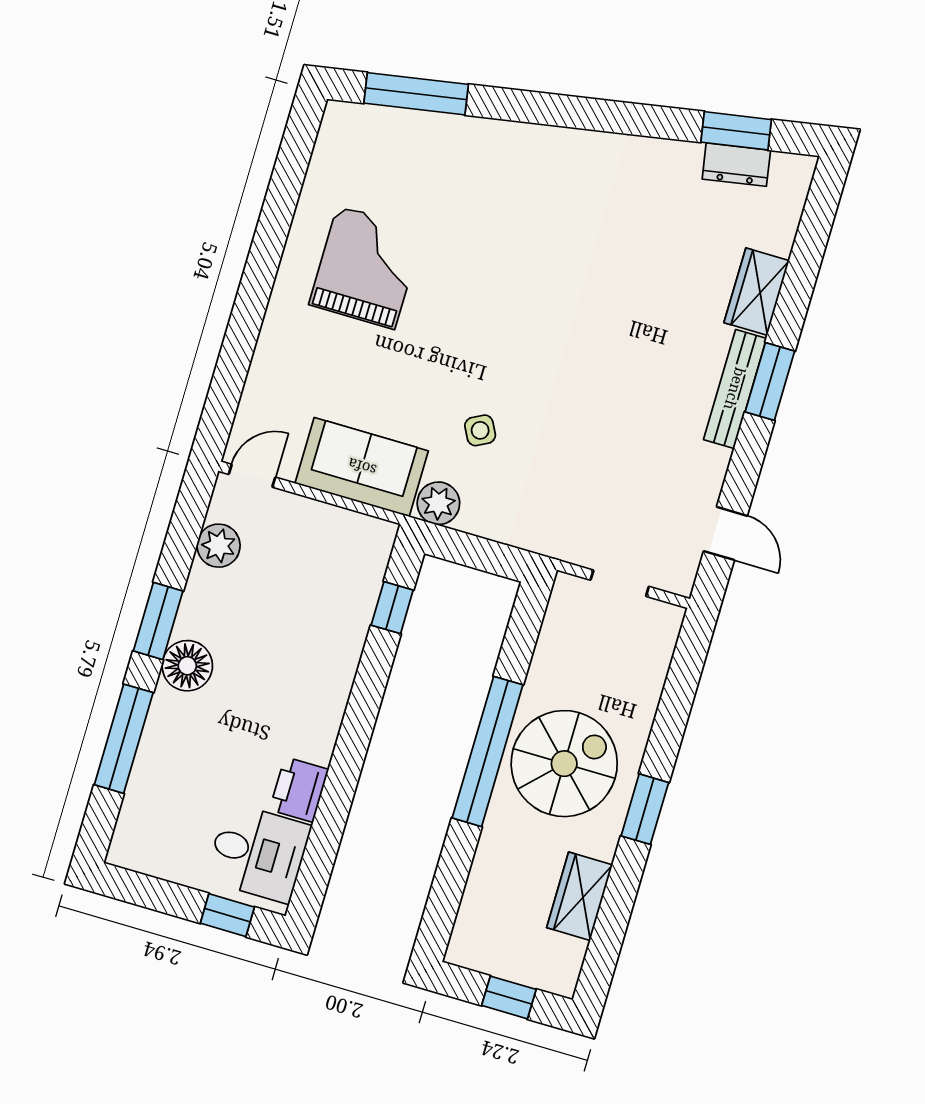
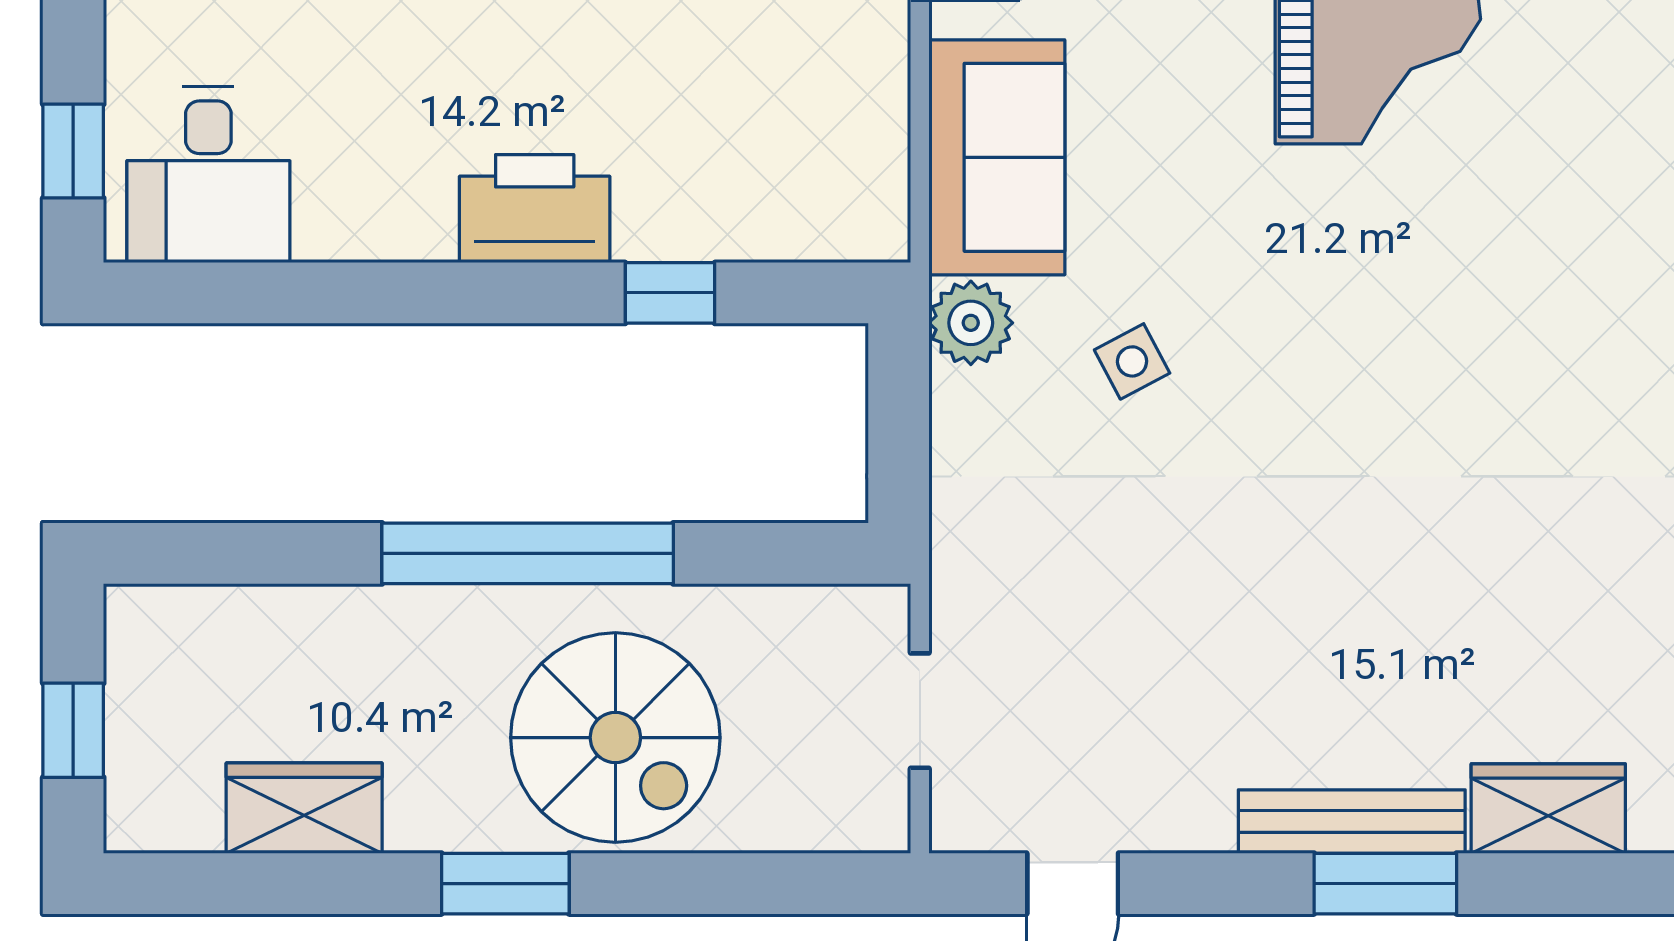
window: (392, 608) -> (670, 293), moved
spiral stairs: (564, 764) -> (615, 738), moved
printer: (299, 790) -> (535, 209), moved, width x1.37, depth x1.19

